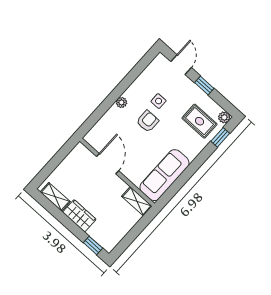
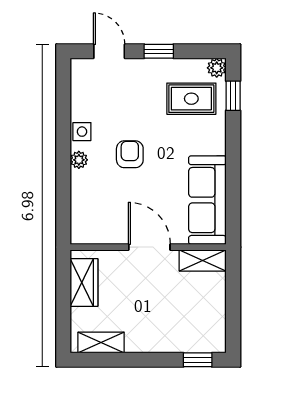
side table: (159, 101) -> (82, 132), moved
door: (108, 164) -> (149, 247), moved
wardrobe: (79, 216) -> (84, 283), moved, turned 90

